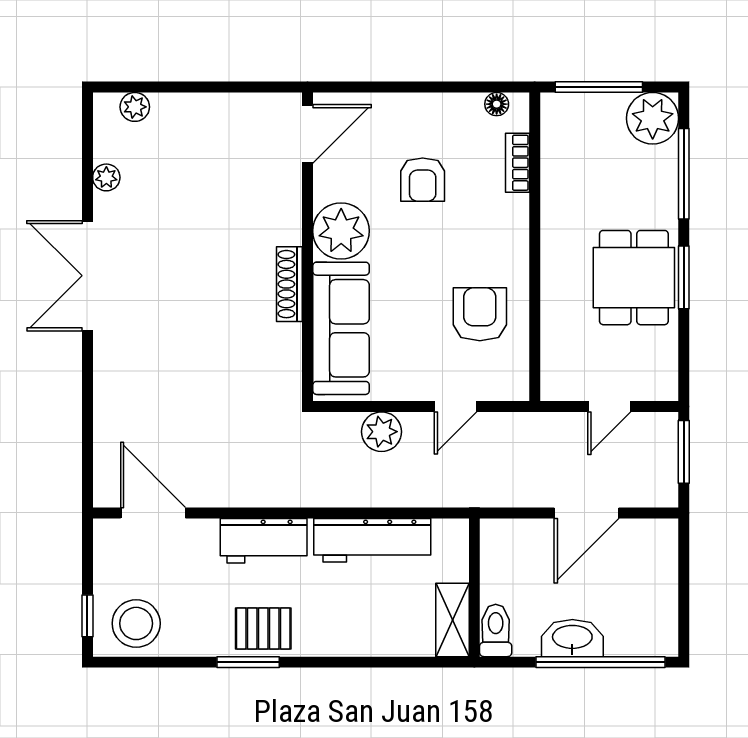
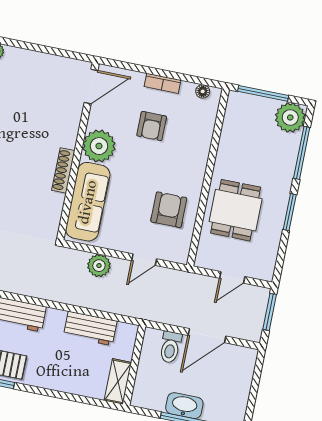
bookcase: (518, 163) -> (163, 83), moved, turned -90
dining table: (634, 278) -> (236, 210), moved
workbench: (372, 540) -> (90, 328), width x0.73
toilet: (496, 630) -> (170, 347), moved, turned 180

